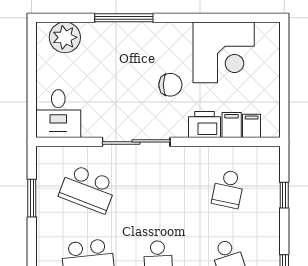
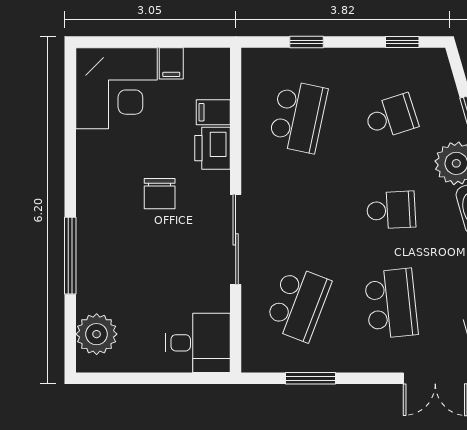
corner desk: (224, 52) -> (117, 88), moved, turned 90
chair: (170, 85) -> (160, 194), turned 180
filing cabinet: (252, 126) -> (171, 63), moved, turned -90
school desk: (228, 189) -> (298, 117), width x1.85

